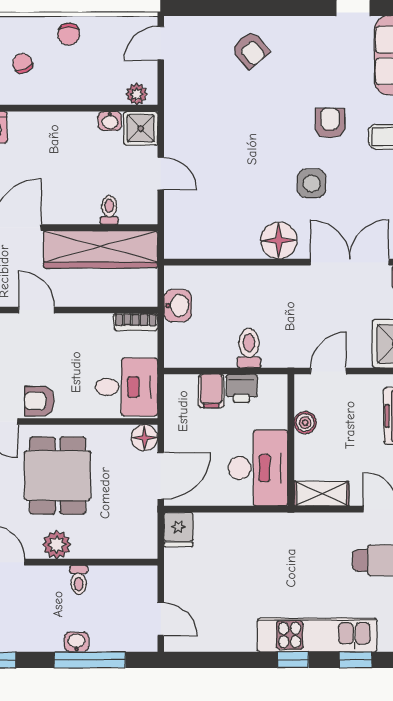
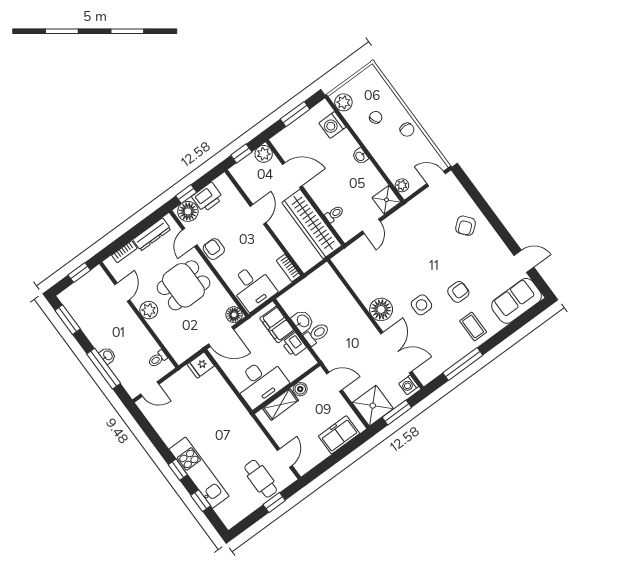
chair: (69, 34) -> (407, 130), turned -90
washbasin: (110, 121) -> (360, 156), moved
washbasin: (178, 306) -> (303, 321), moved, turned -90
filing cabinet: (211, 391) -> (277, 325), width x2.00
shelving: (321, 494) -> (281, 404), moved, turned 90
toilet: (79, 580) -> (158, 359), moved
door: (161, 619) -> (150, 389), hinge flipped

